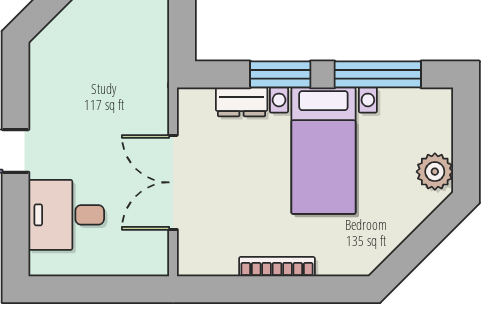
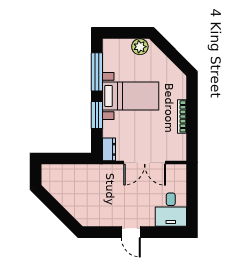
dresser: (242, 102) -> (109, 149), moved
desk: (66, 215) -> (171, 210), moved

